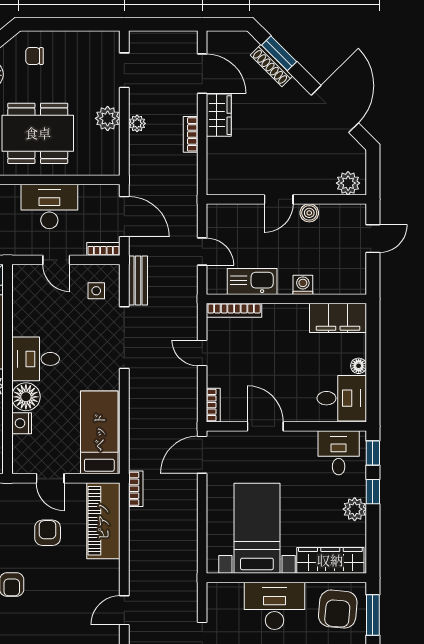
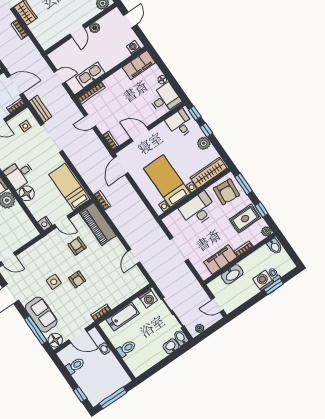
washing machine: (303, 285) -> (133, 47), moved
nightstand: (22, 423) -> (45, 224), moved

